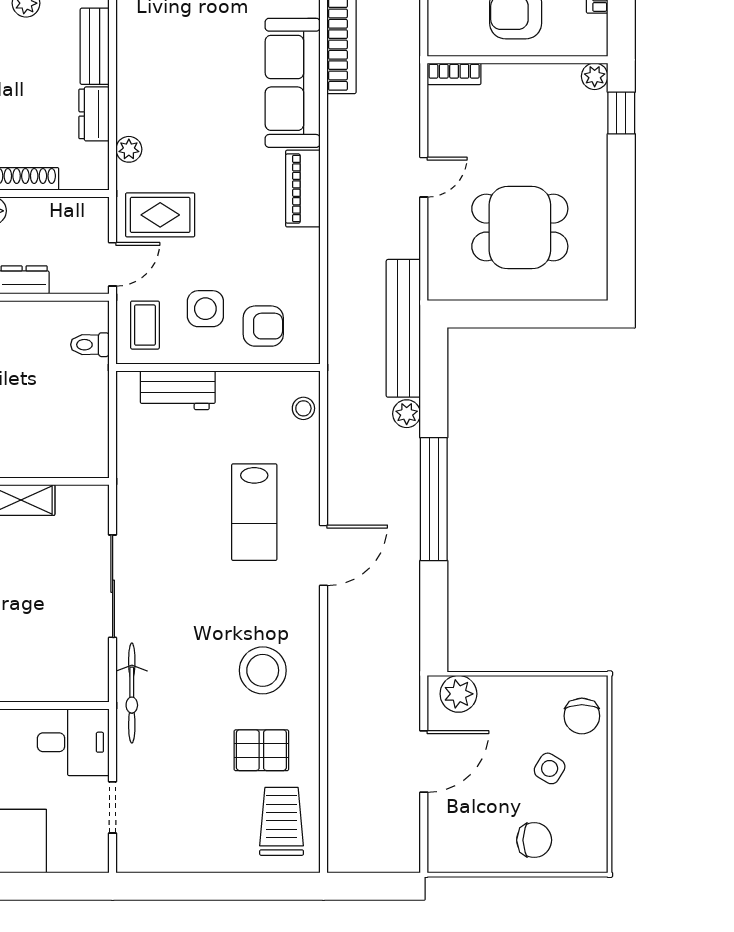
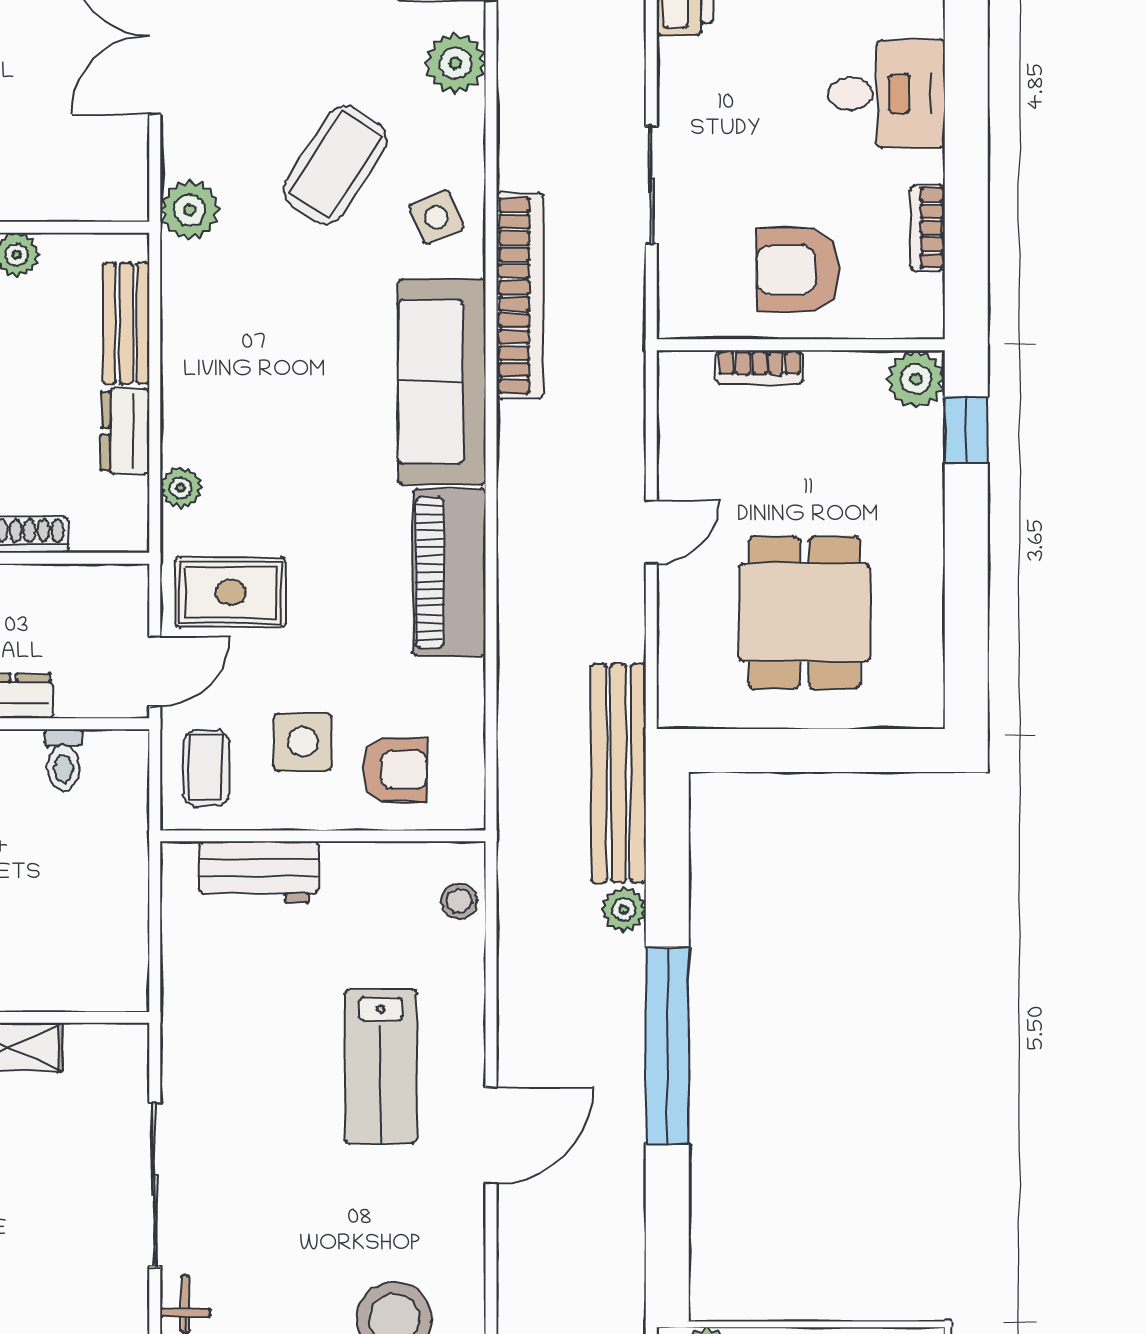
bookcase: (454, 74) -> (759, 367), moved
plant: (595, 76) -> (916, 379), width x1.38, depth x1.38
piano: (303, 189) -> (449, 573), width x1.37, depth x1.33
dining table: (520, 228) -> (804, 612), turned 90
toilet: (90, 345) -> (63, 760), moved, turned -90

